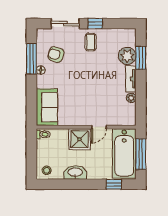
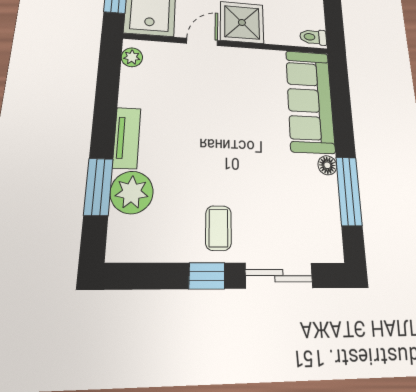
armchair: (56, 54) -> (297, 200), removed
plant: (131, 98) -> (132, 57), moved
sofa: (47, 107) -> (310, 101), width x1.36

